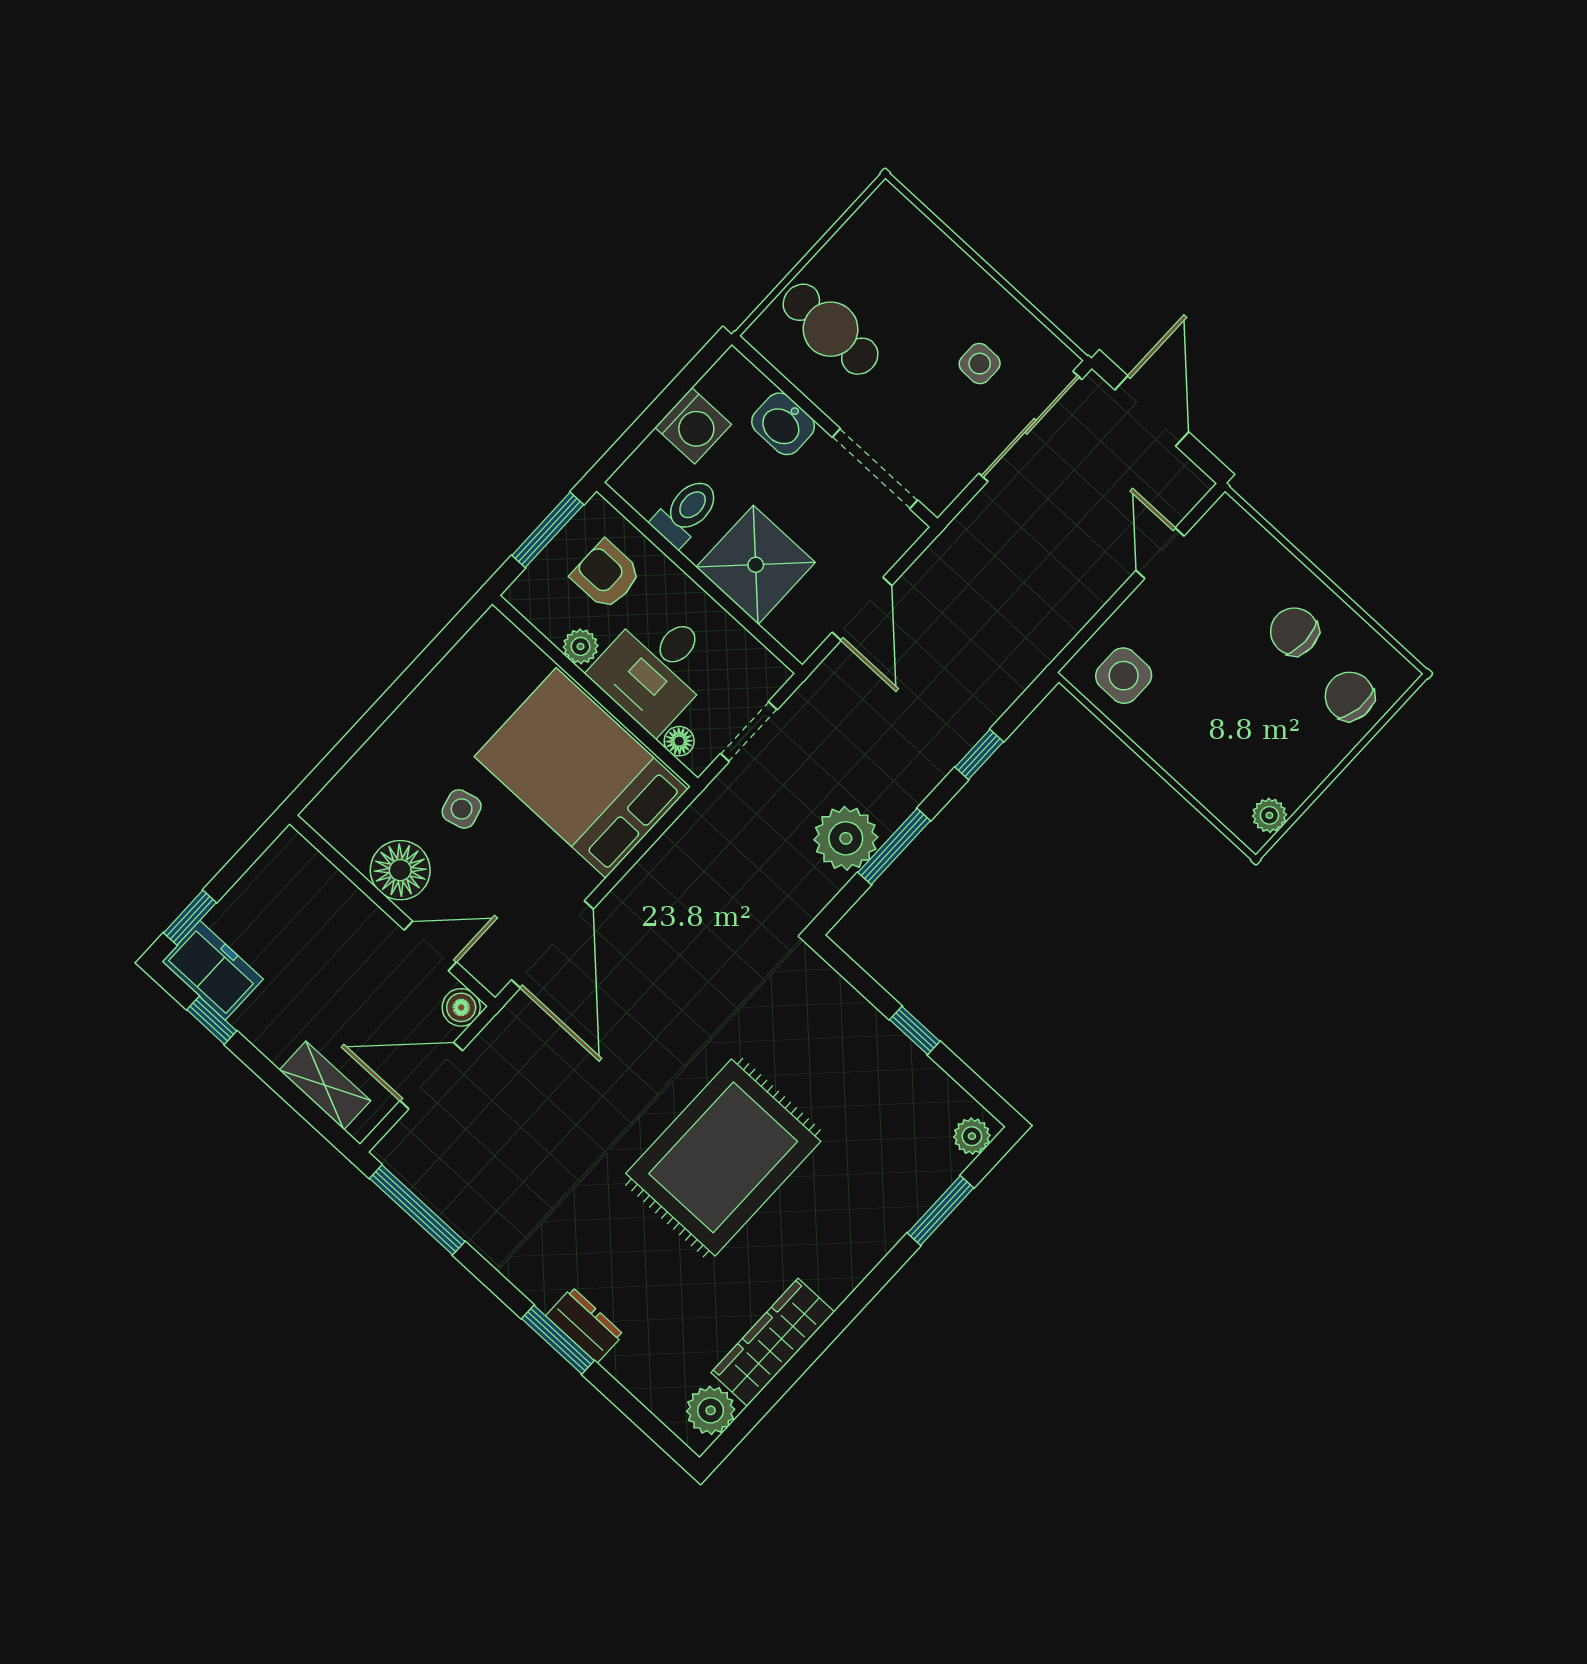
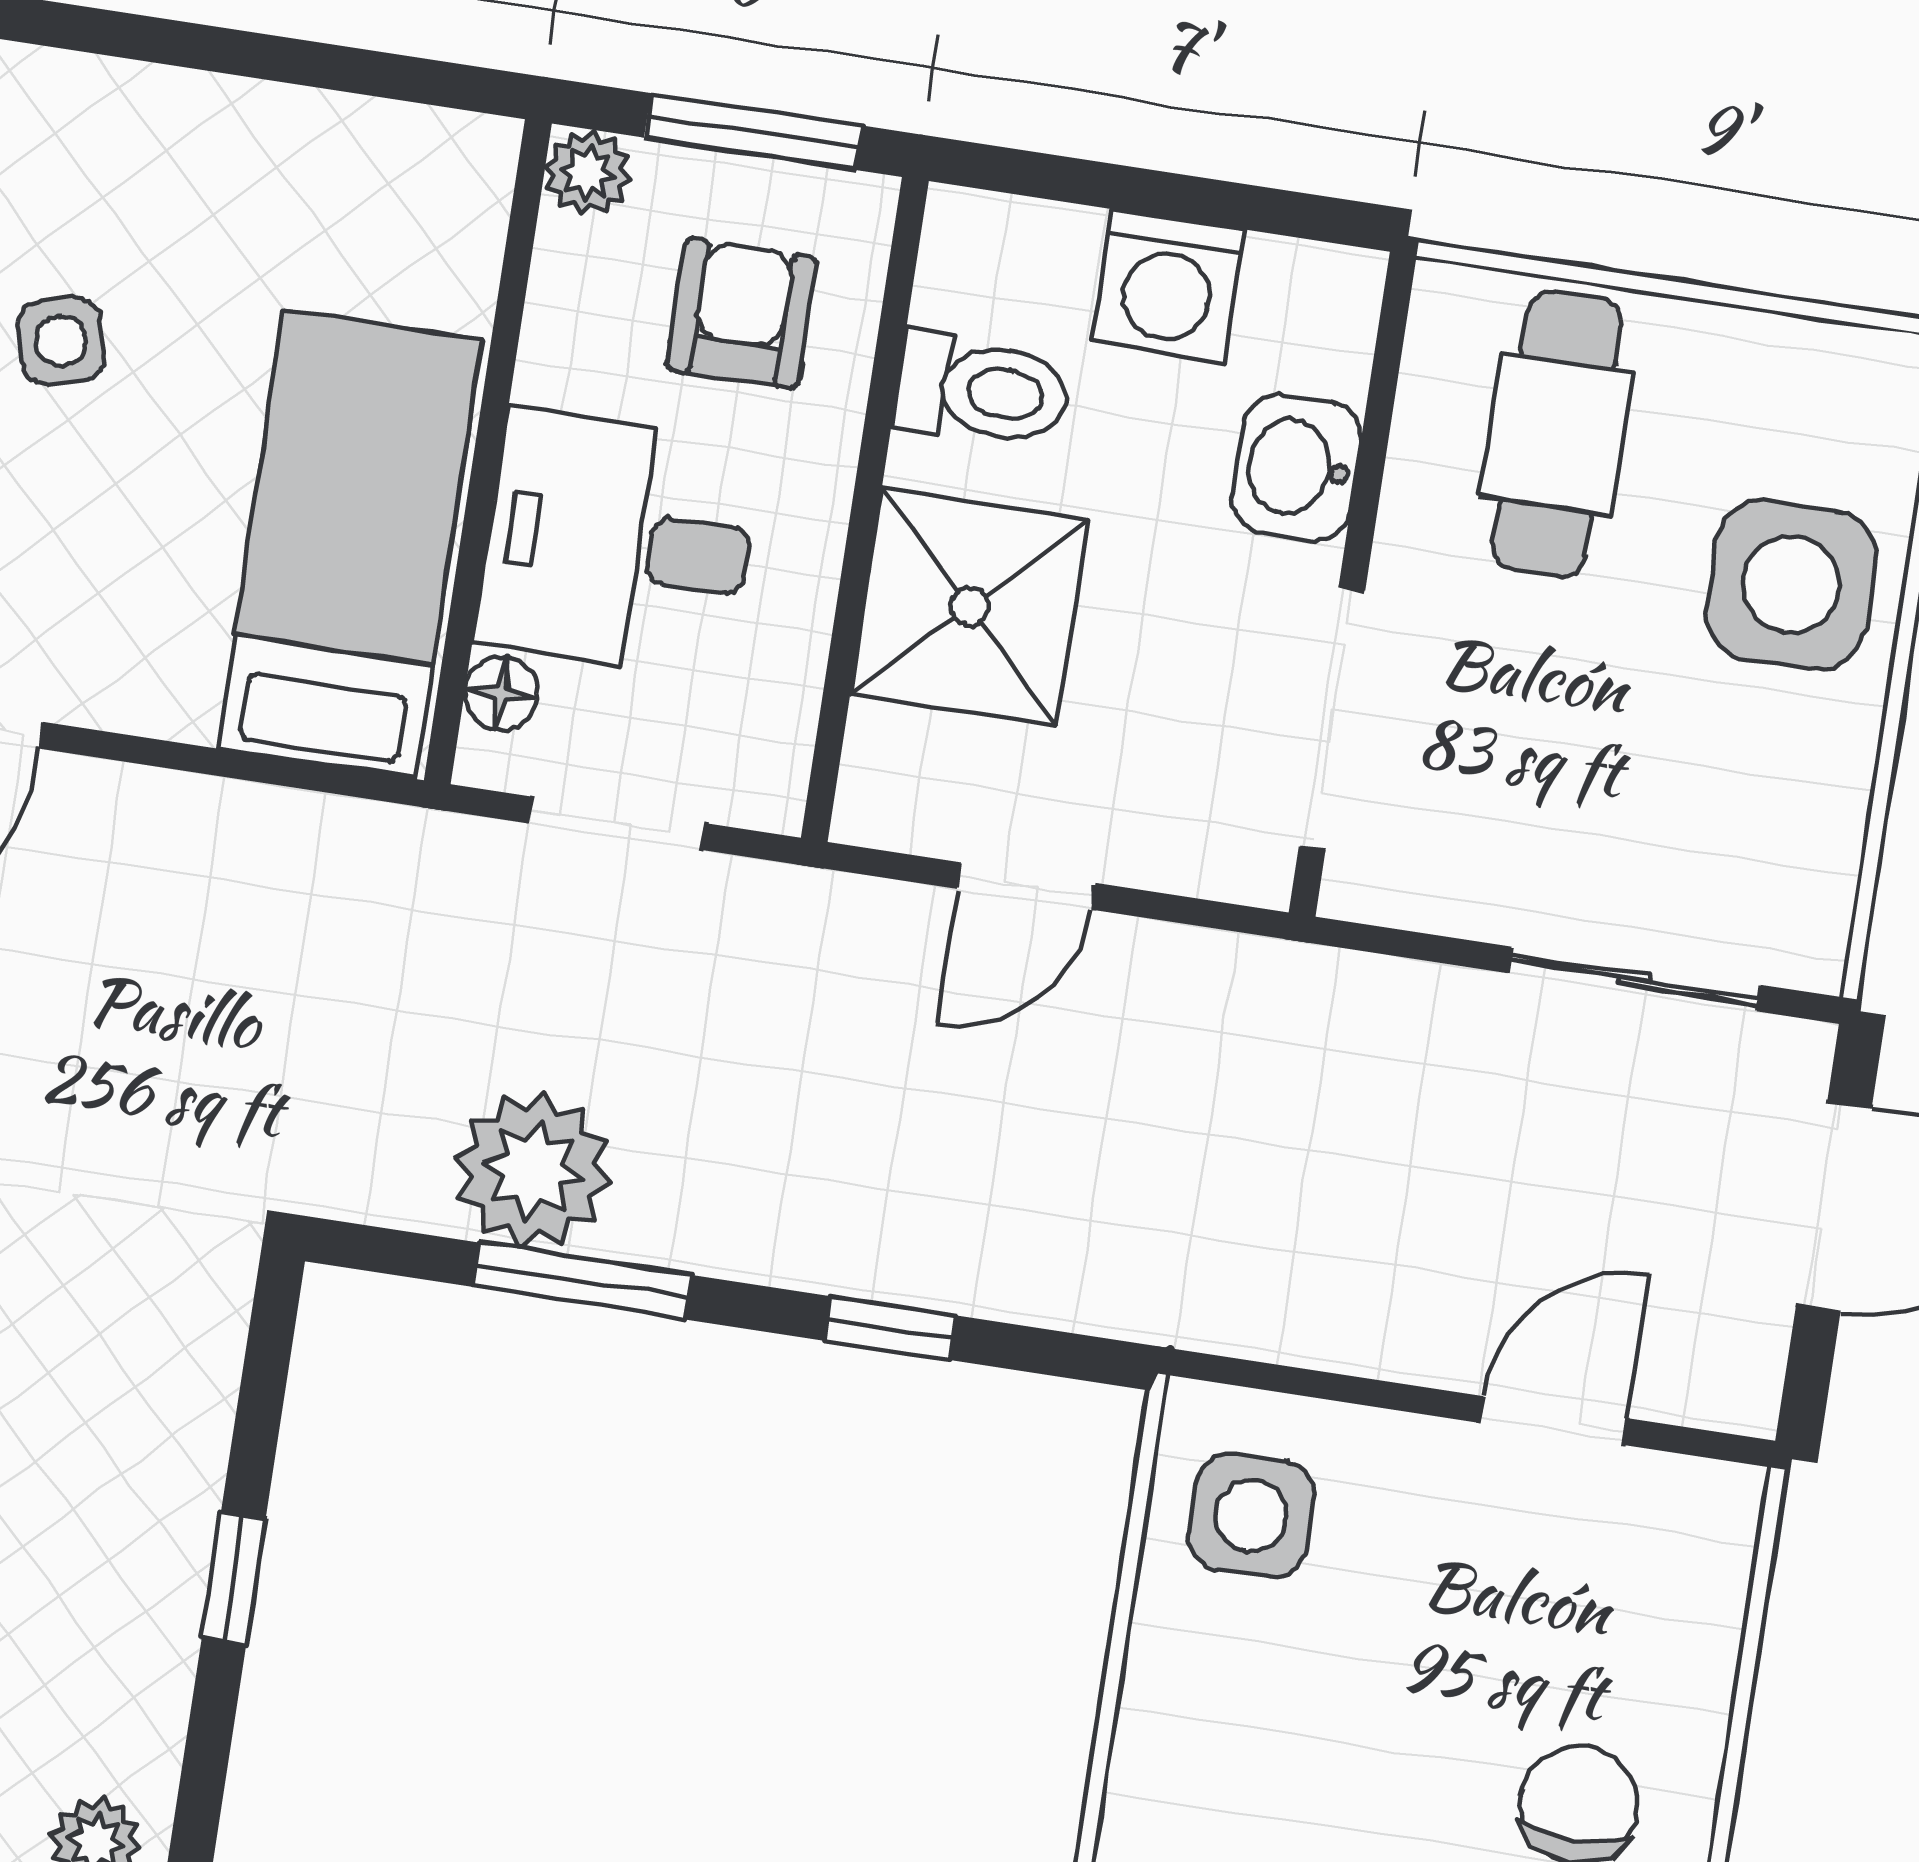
side table: (980, 364) -> (1791, 585), moved, width x1.87, depth x1.87
sliding door: (1030, 426) -> (1634, 979), width x0.73
door: (862, 609) -> (1026, 886), width x0.73
plant: (581, 646) -> (588, 173), moved
bed: (581, 773) -> (350, 544), width x0.67

